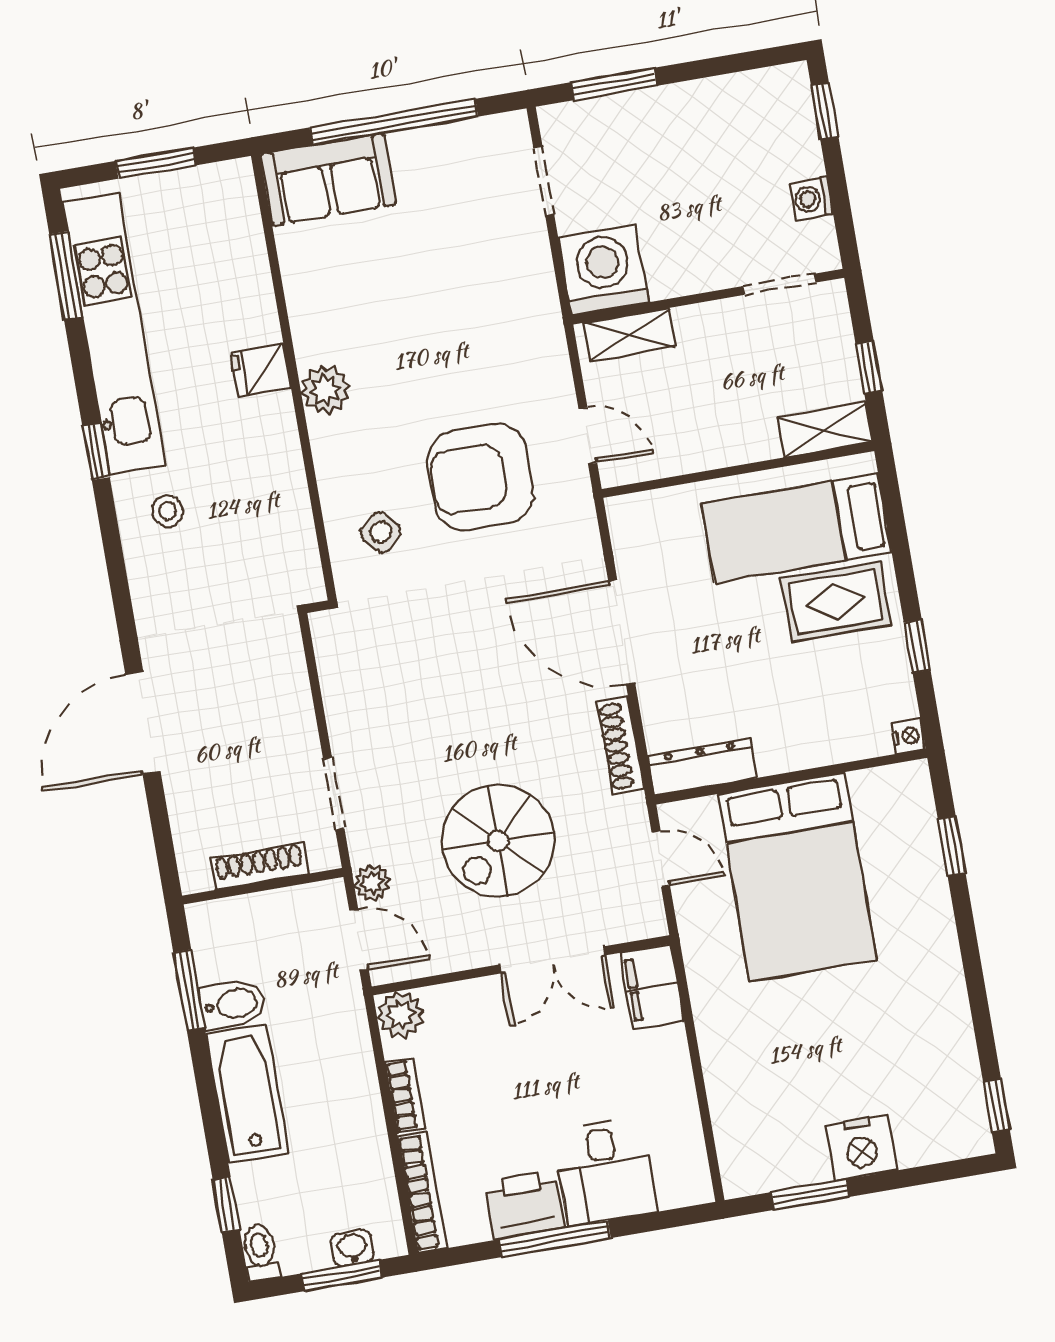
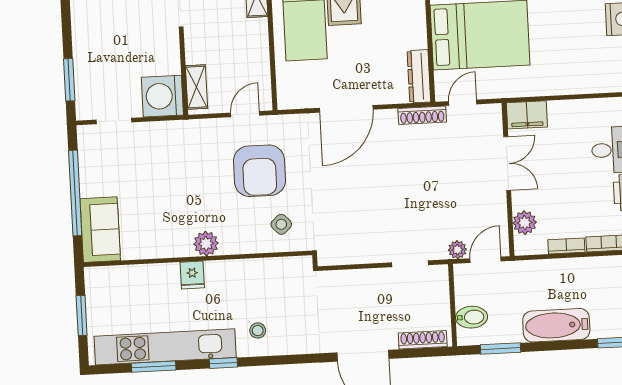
window: (66, 276) -> (154, 367), moved
shoe rack: (620, 746) -> (422, 115), moved
spiral stairs: (498, 841) -> (444, 184), removed
shoe rack: (259, 866) -> (423, 340), moved, turned 90
bidet: (233, 1004) -> (472, 317), moved, turned 90
plant: (400, 1015) -> (525, 223), moved

